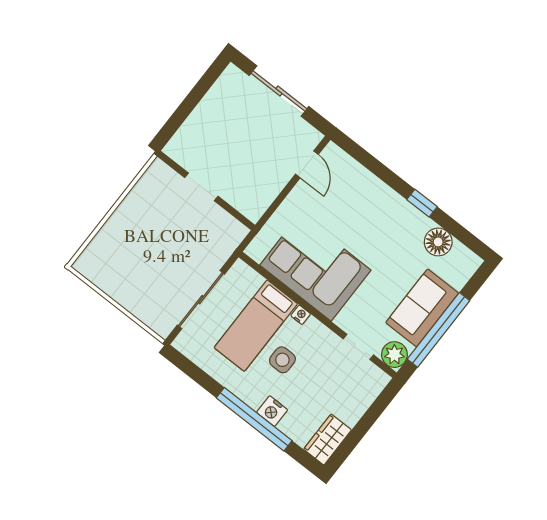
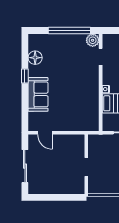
door: (307, 164) -> (45, 133), swing flipped
corner sofa: (315, 268) -> (83, 98), removed
sofa: (422, 308) -> (38, 94), moved, turned -90

